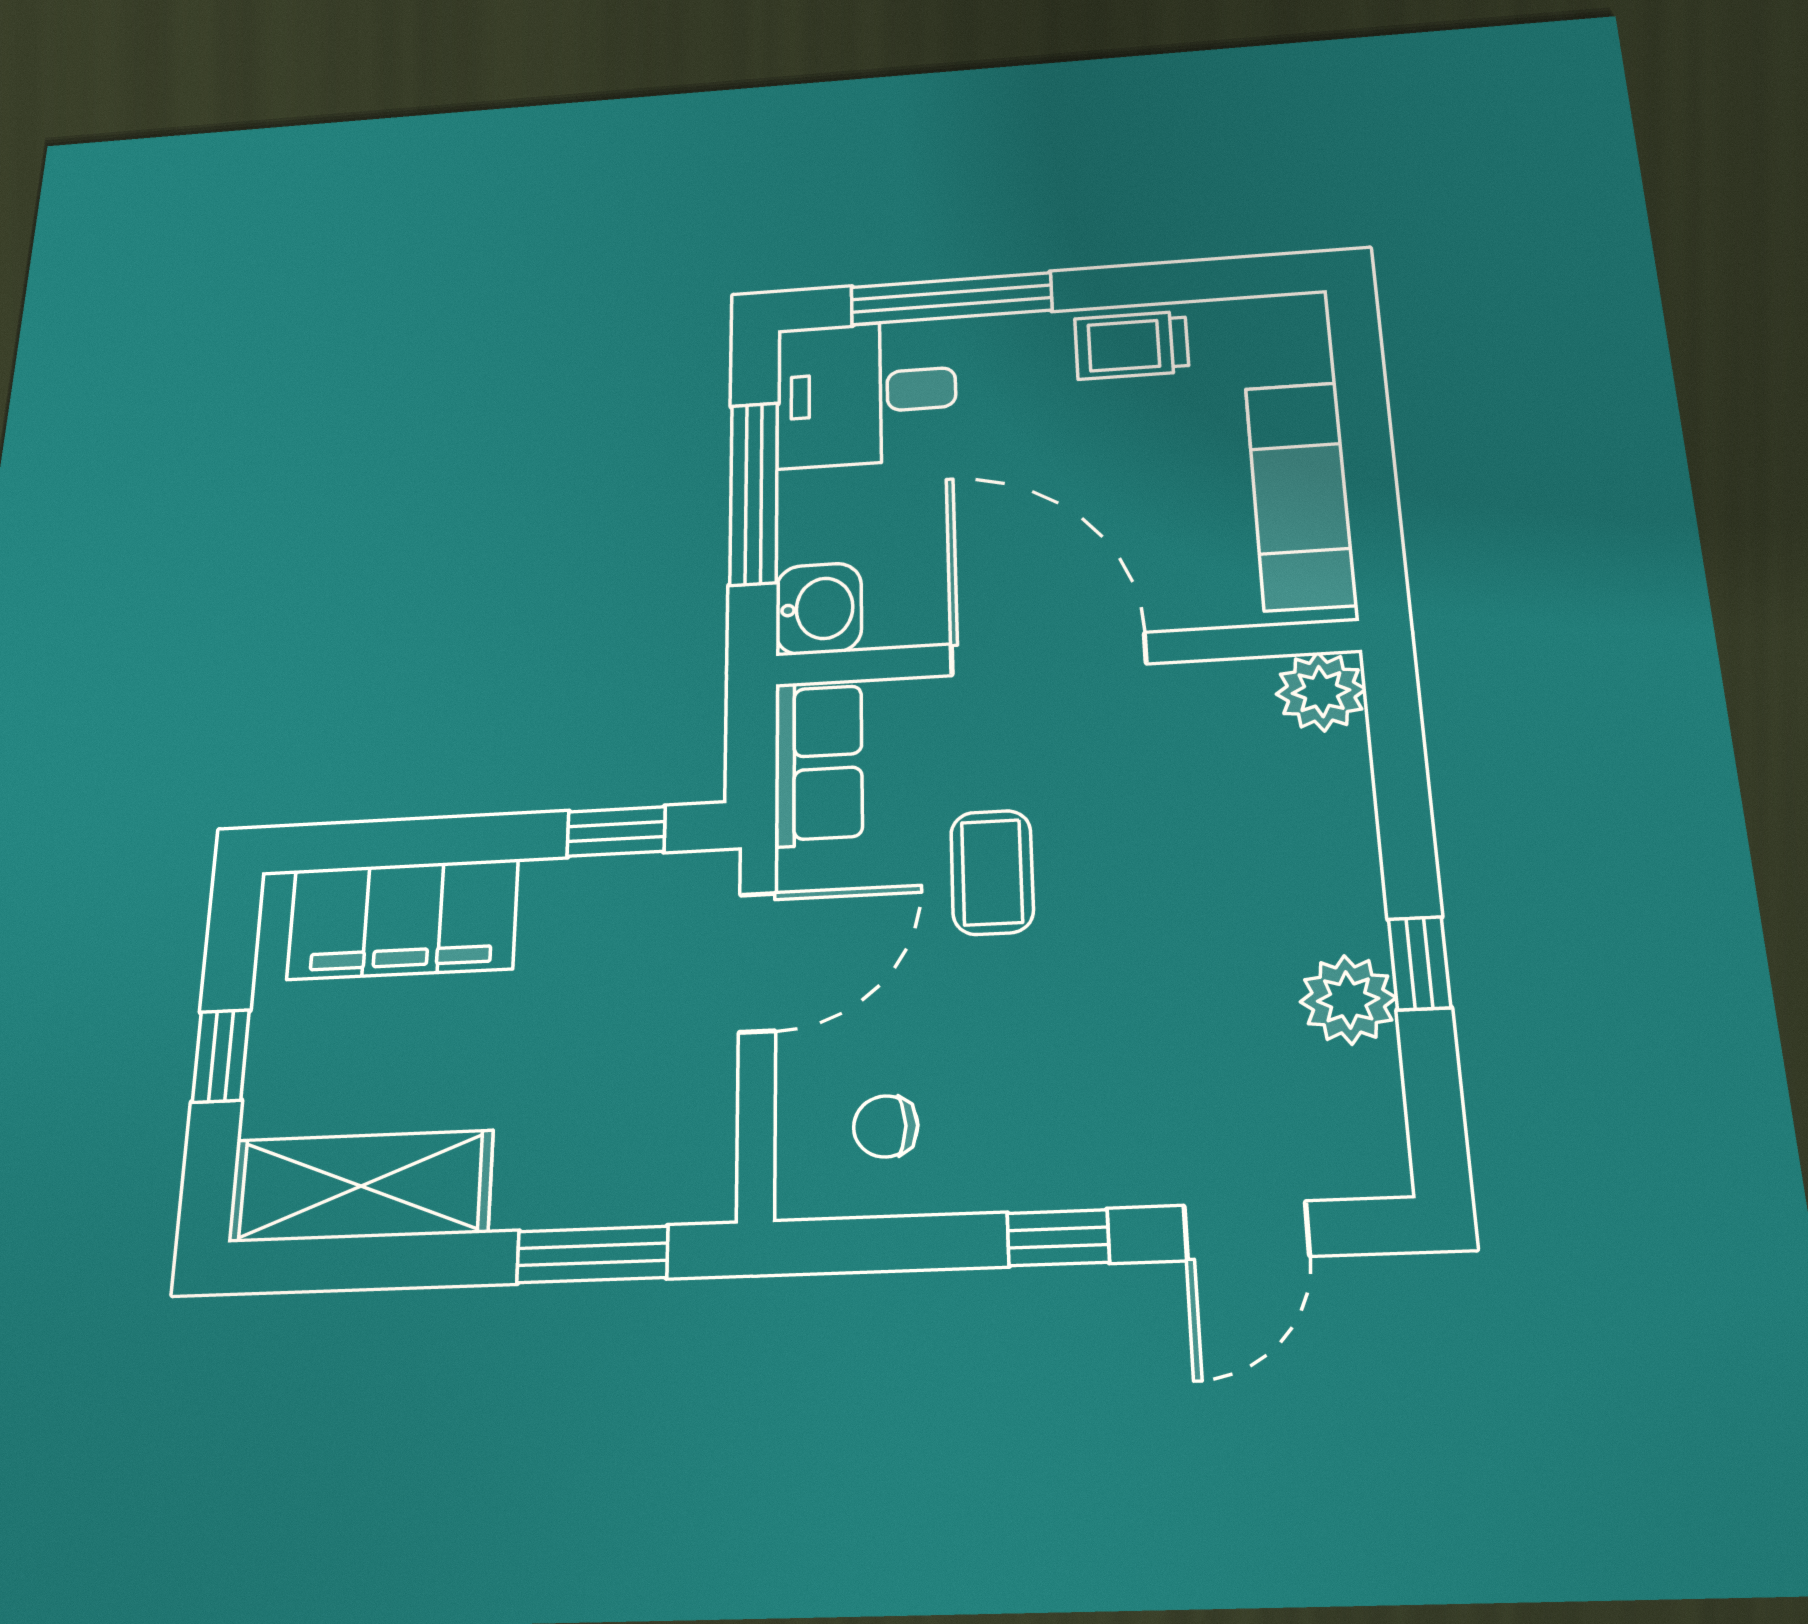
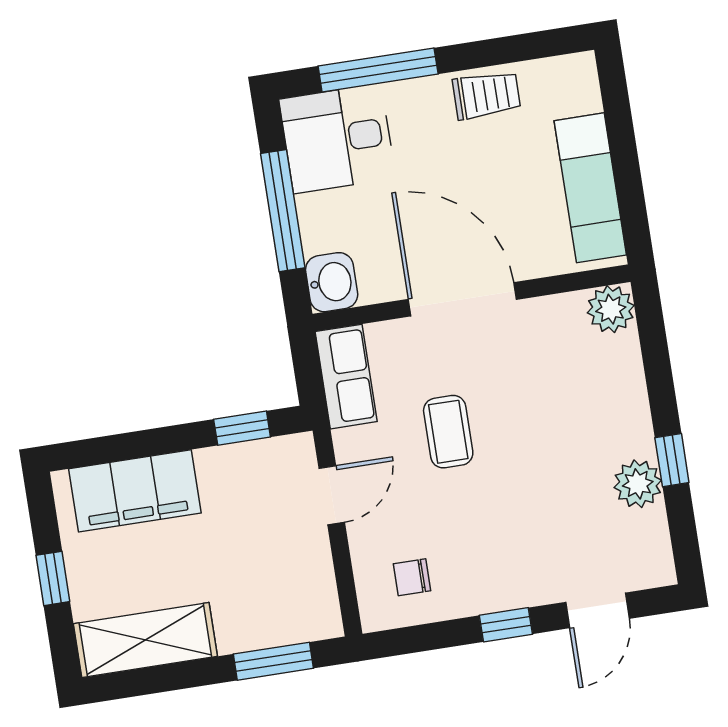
trolley: (1132, 345) -> (487, 95), turned 180
door: (758, 962) -> (332, 495), width x0.73

